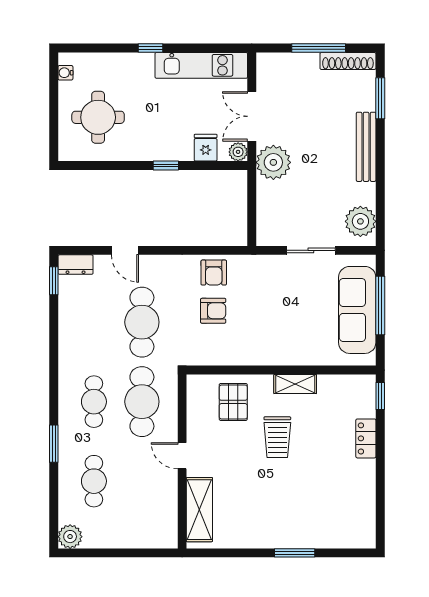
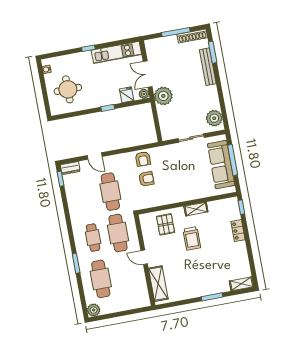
bench: (366, 147) -> (208, 67), moved
cafe table: (94, 481) -> (101, 279), width x1.37, depth x1.35
shelving: (354, 539) -> (242, 284), added

